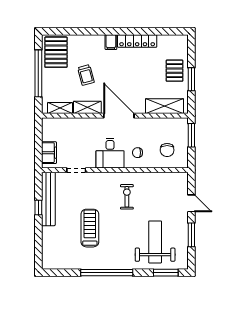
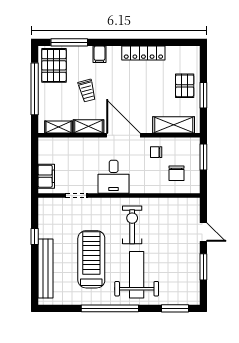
window: (70, 31) -> (69, 42), added
filing cabinet: (111, 42) -> (100, 54), moved
chair: (137, 153) -> (156, 152), moved
exercise bike: (127, 197) -> (132, 225), width x1.38, depth x1.39
bench: (48, 199) -> (46, 269), moved
treadmill: (90, 228) -> (91, 259), width x1.37, depth x1.38
weight bench: (155, 242) -> (137, 275), moved

